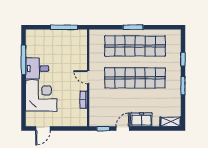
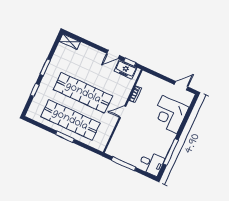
desk: (37, 69) -> (151, 163), moved
door: (88, 77) -> (123, 112), swing flipped
freezer: (141, 120) -> (126, 69), moved

